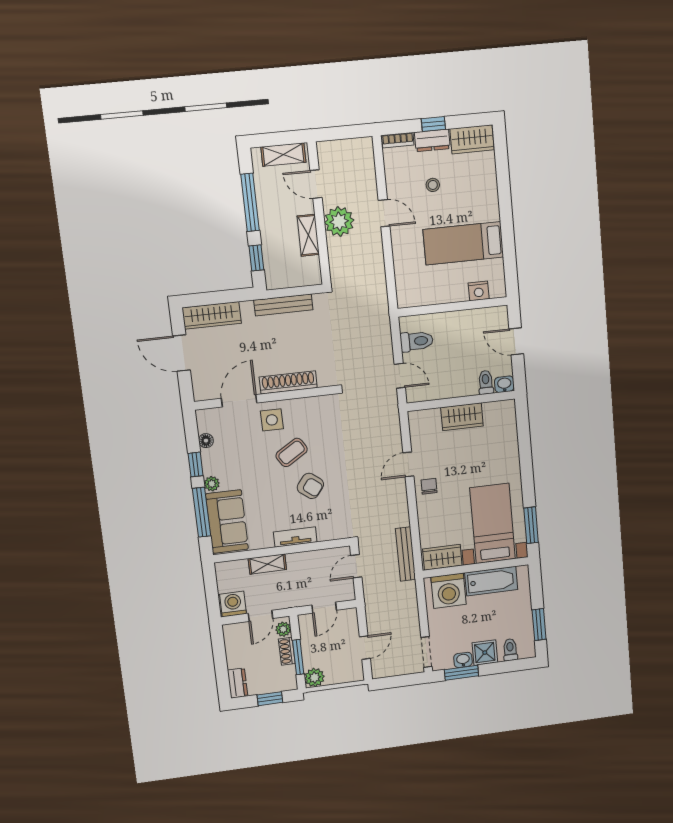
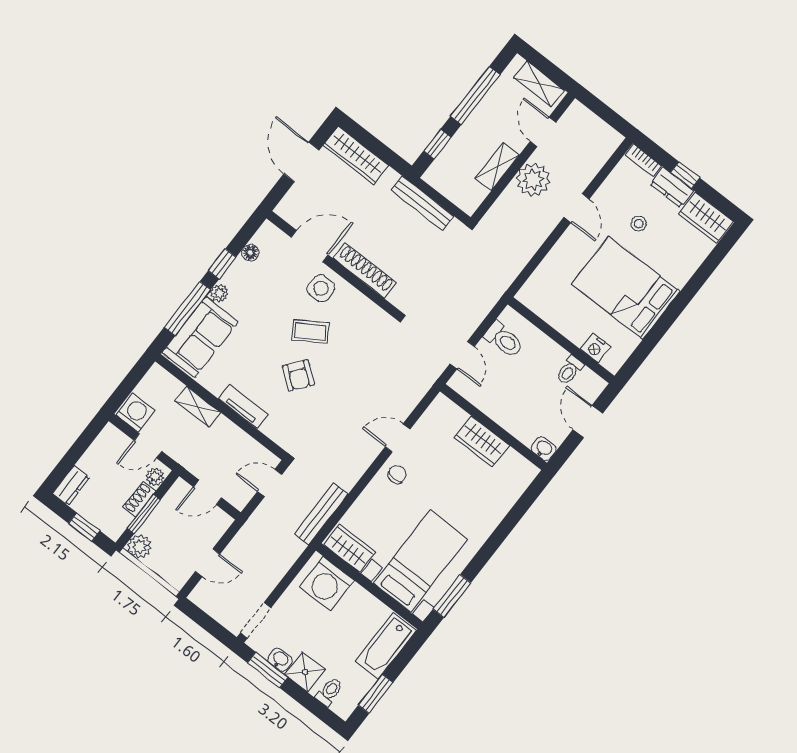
bed: (463, 243) -> (626, 288), width x1.50
toilet: (486, 382) -> (570, 370), moved, turned 180
bathtub: (491, 581) -> (386, 646), moved, turned 90

